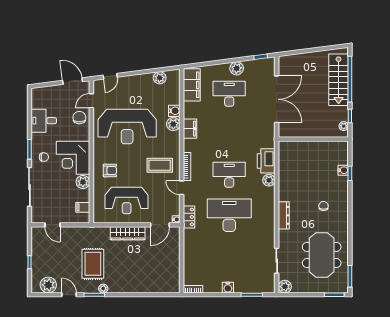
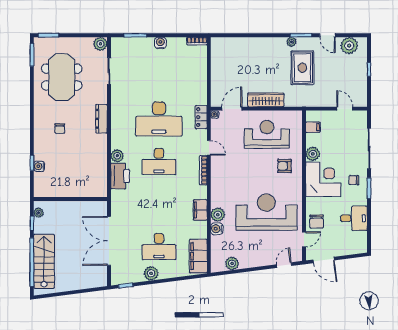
coffee table: (160, 165) -> (232, 171), removed

